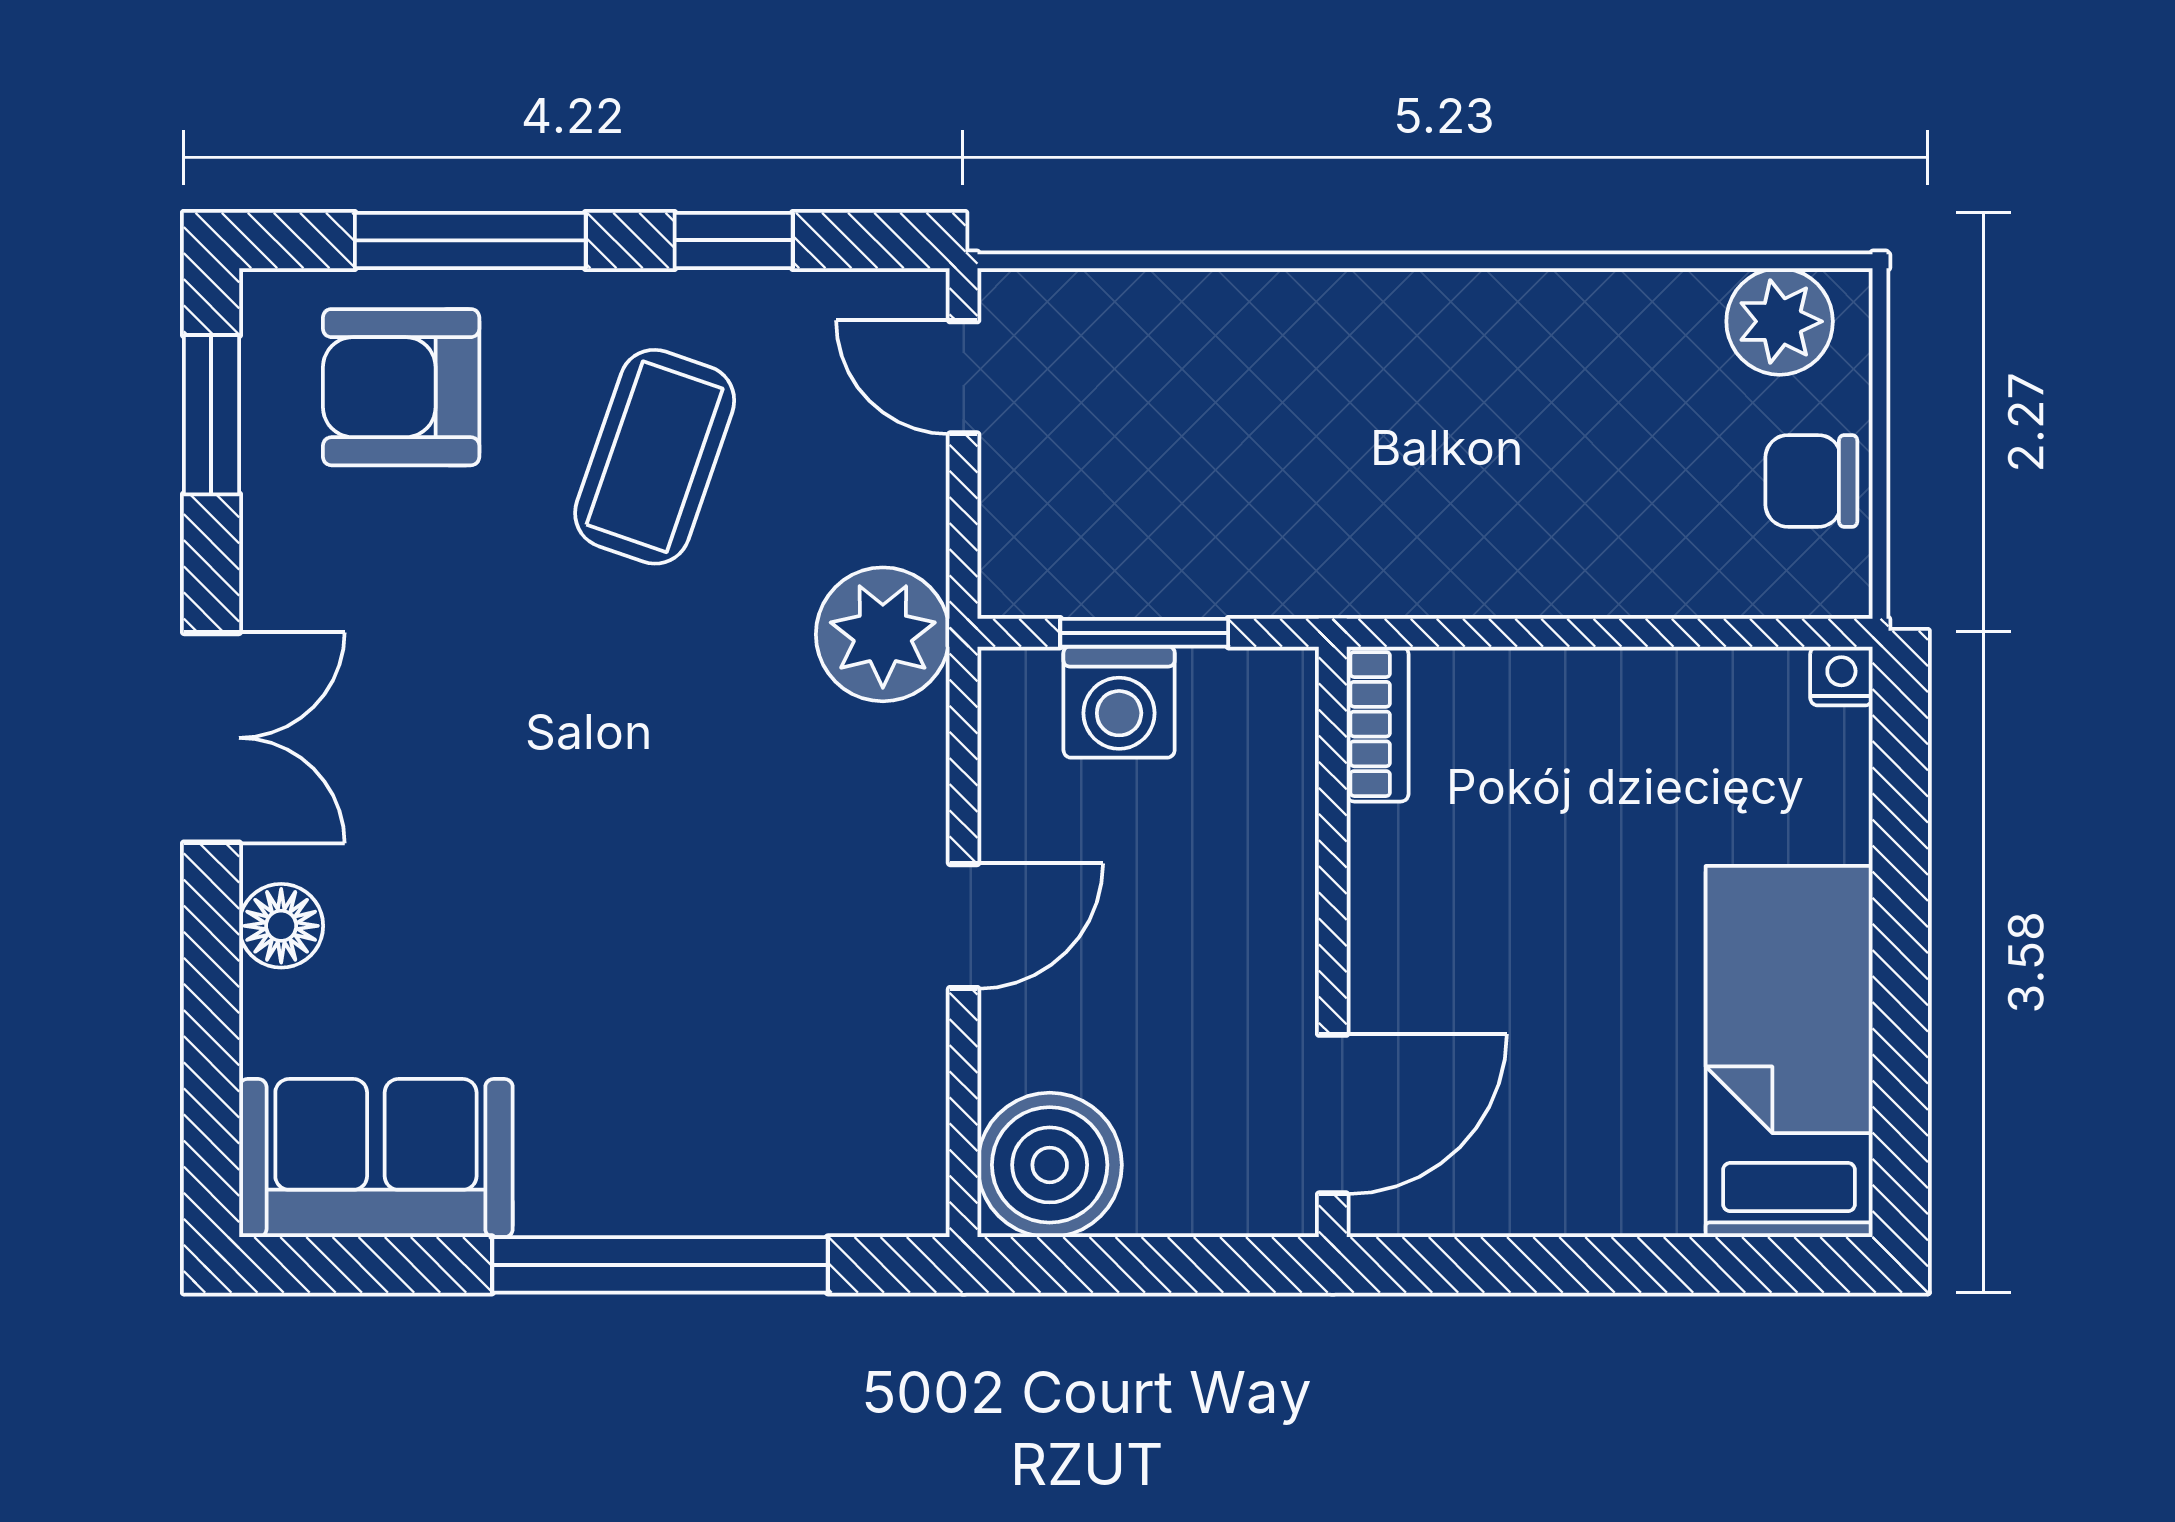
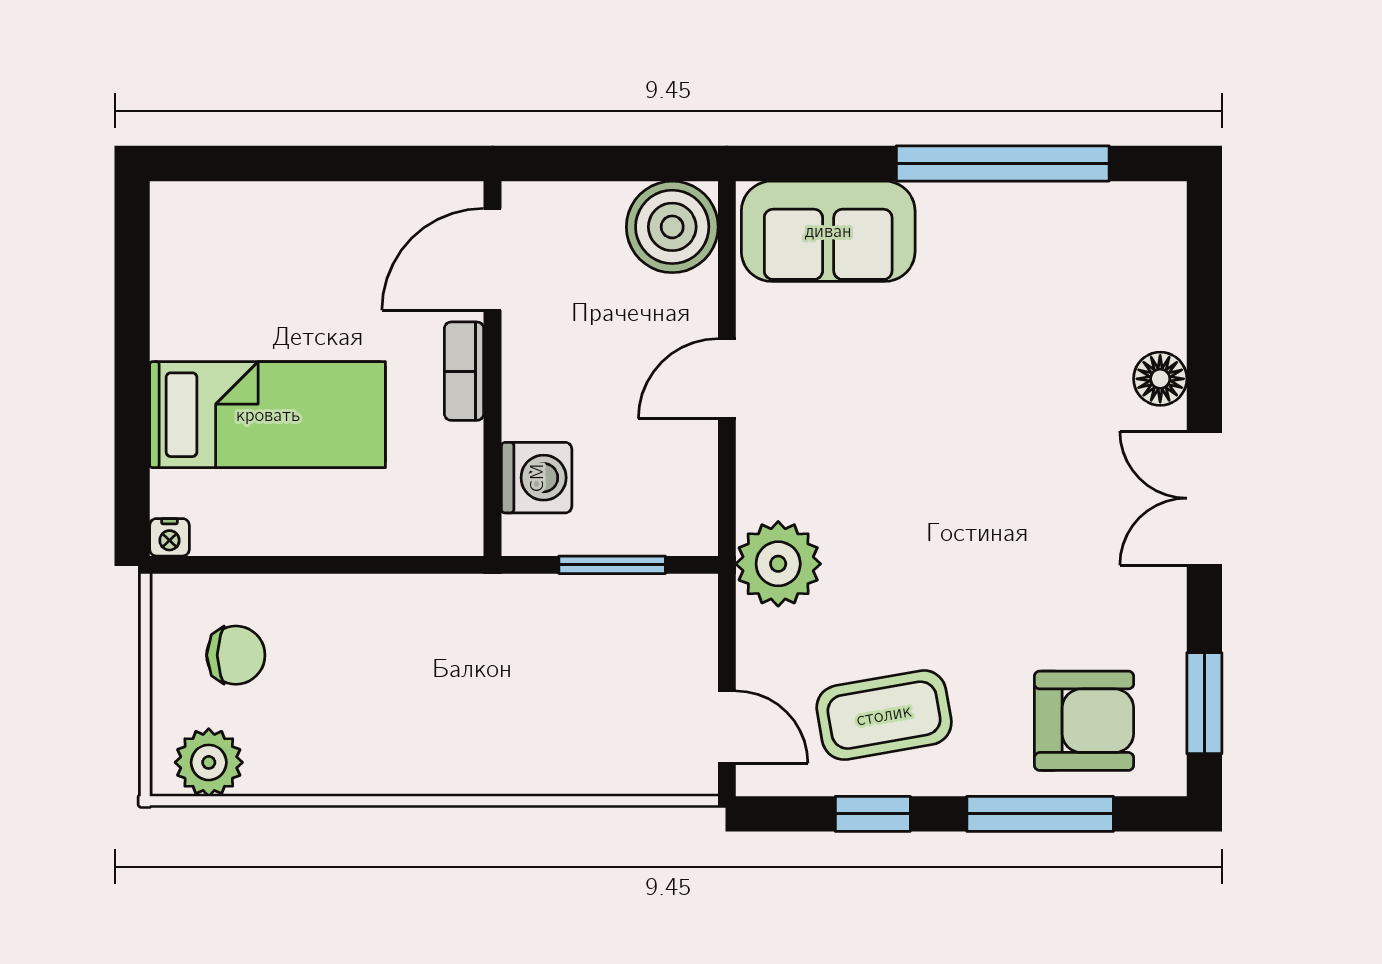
coffee table: (655, 457) -> (884, 715), moved, turned 61
chair: (1811, 481) -> (236, 655), moved
washing machine: (1119, 702) -> (537, 478), moved, turned 90
bookcase: (1378, 724) -> (464, 371), moved
bed: (1789, 1052) -> (268, 415), moved, turned -90
sofa: (376, 1158) -> (828, 231), moved
window: (660, 1265) -> (1003, 163), moved

